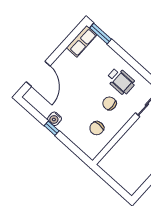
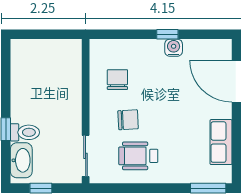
row of seats: (82, 41) -> (221, 142), moved

